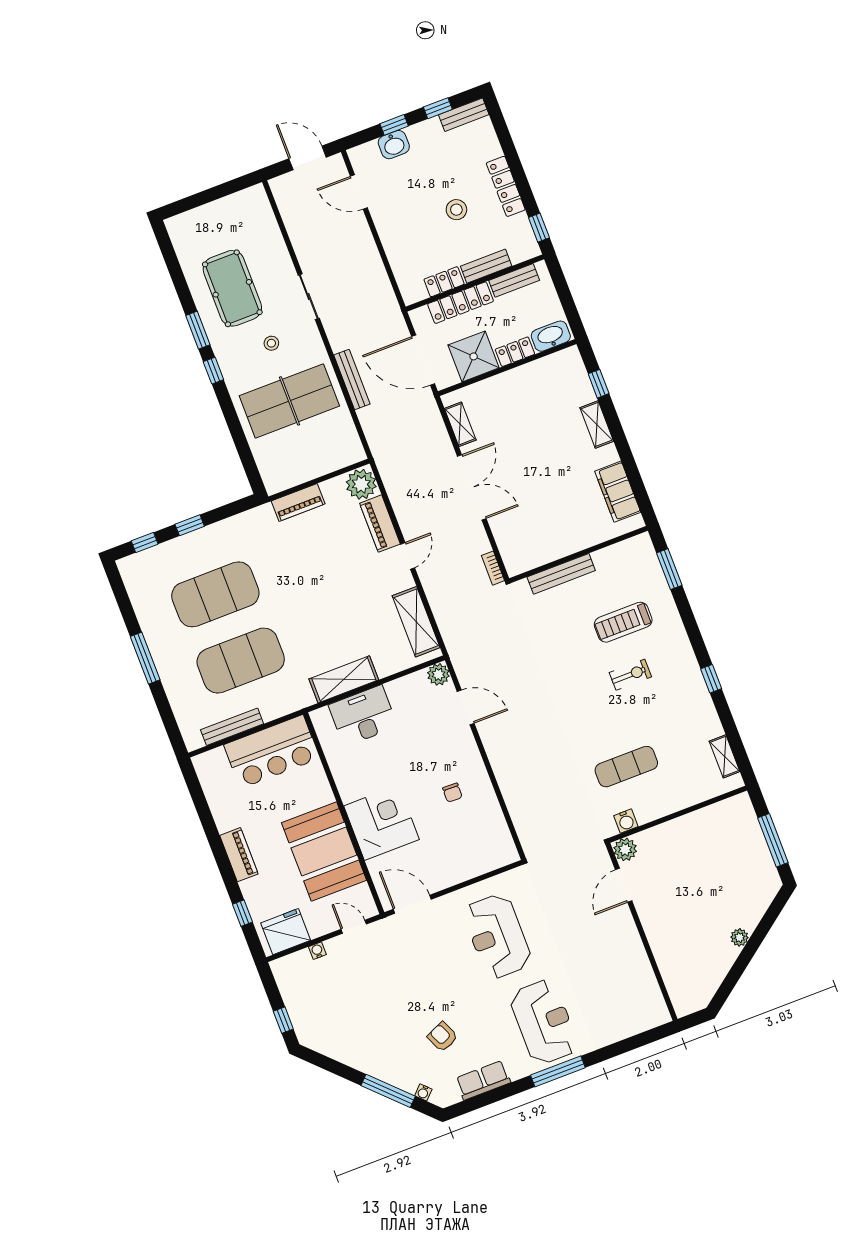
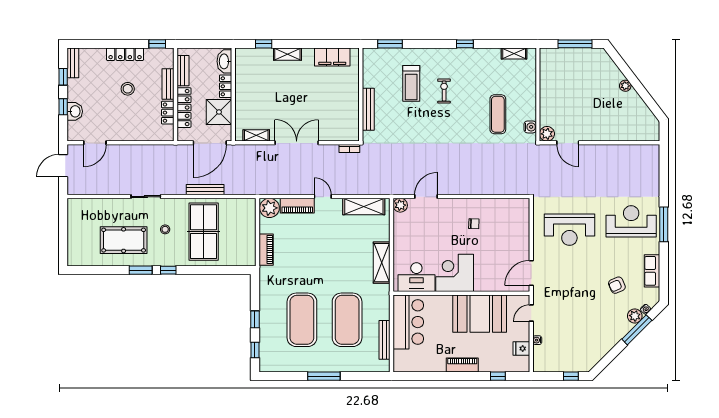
desk: (363, 716) -> (416, 277), moved, turned -90
corner desk: (381, 823) -> (455, 273), moved
fridge: (286, 932) -> (521, 349), width x0.53, depth x0.75
plant: (407, 1080) -> (635, 316), added

